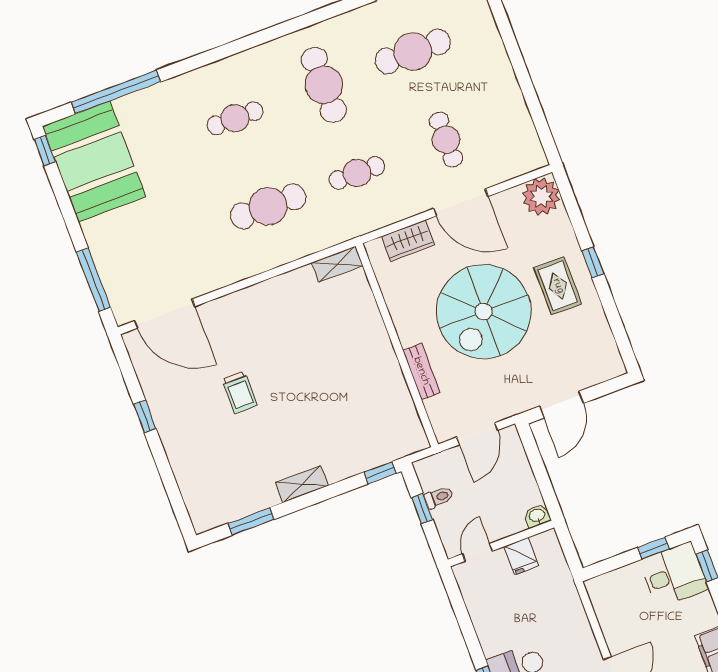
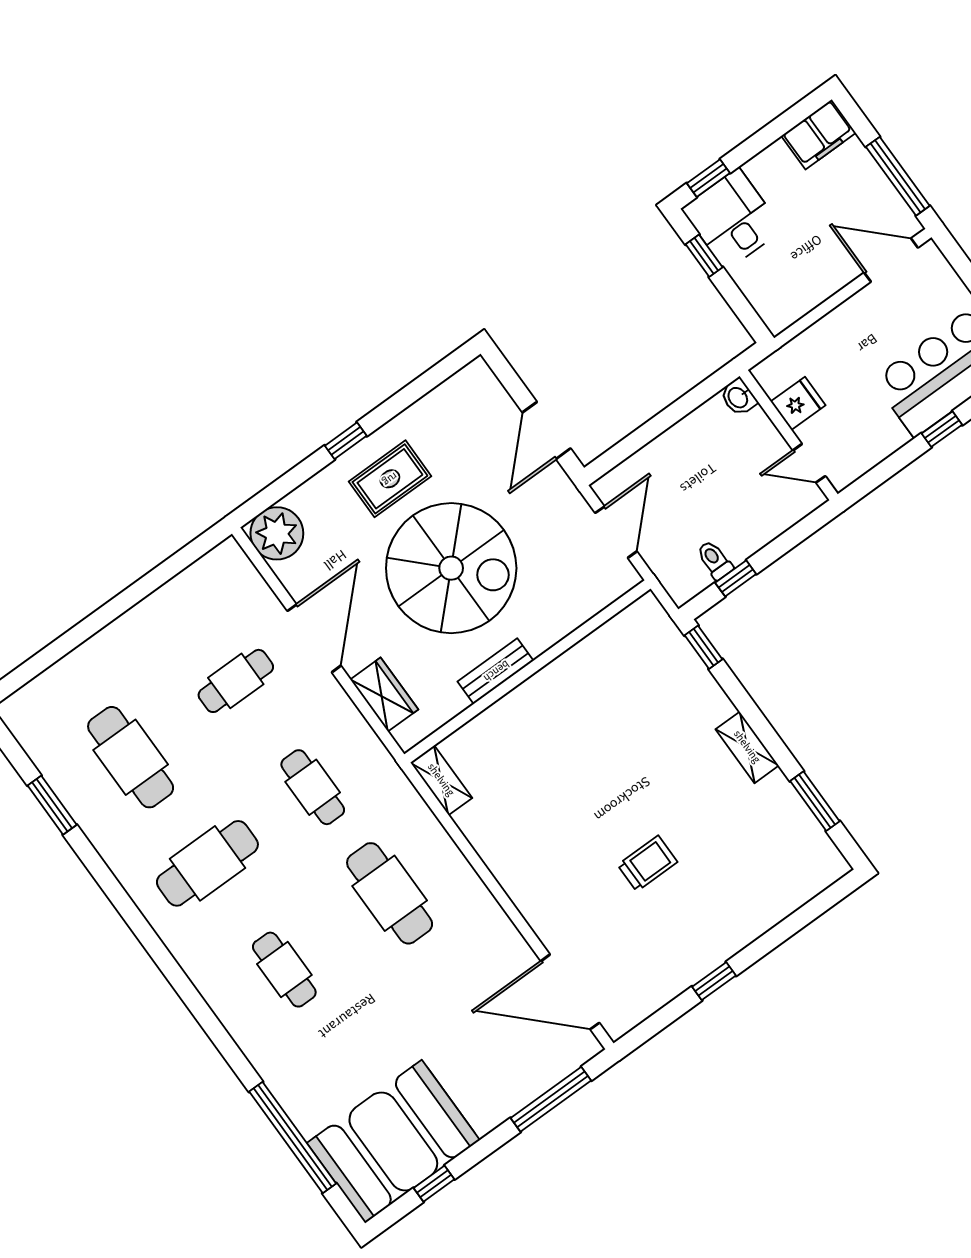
window: (45, 151) -> (434, 1184), moved
door: (165, 314) -> (570, 992), swing flipped
bench: (421, 371) -> (496, 671), moved
door: (562, 405) -> (547, 430), swing flipped
door: (477, 434) -> (616, 532), hinge flipped
washbasin: (537, 516) -> (738, 397), moved
wall: (501, 544) -> (789, 435), moved
door: (477, 552) -> (809, 463), moved
fridge: (521, 556) -> (798, 403), moved

